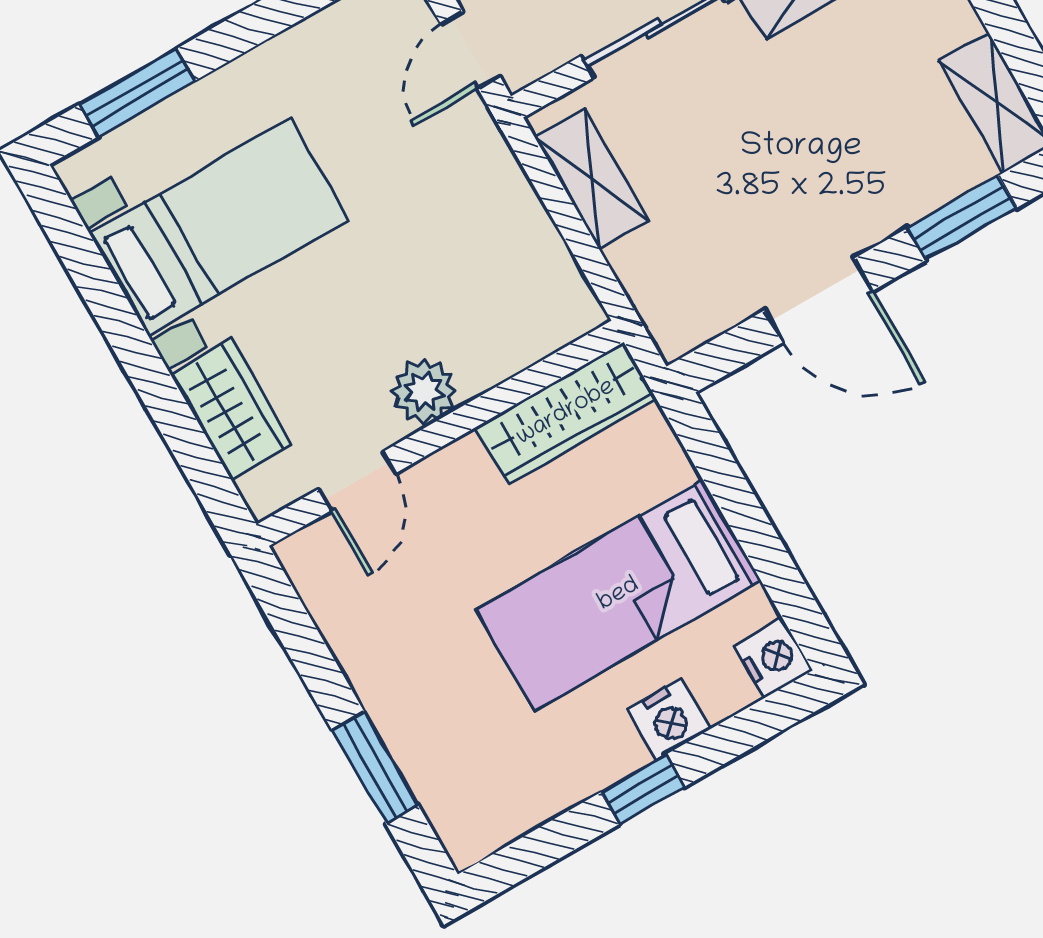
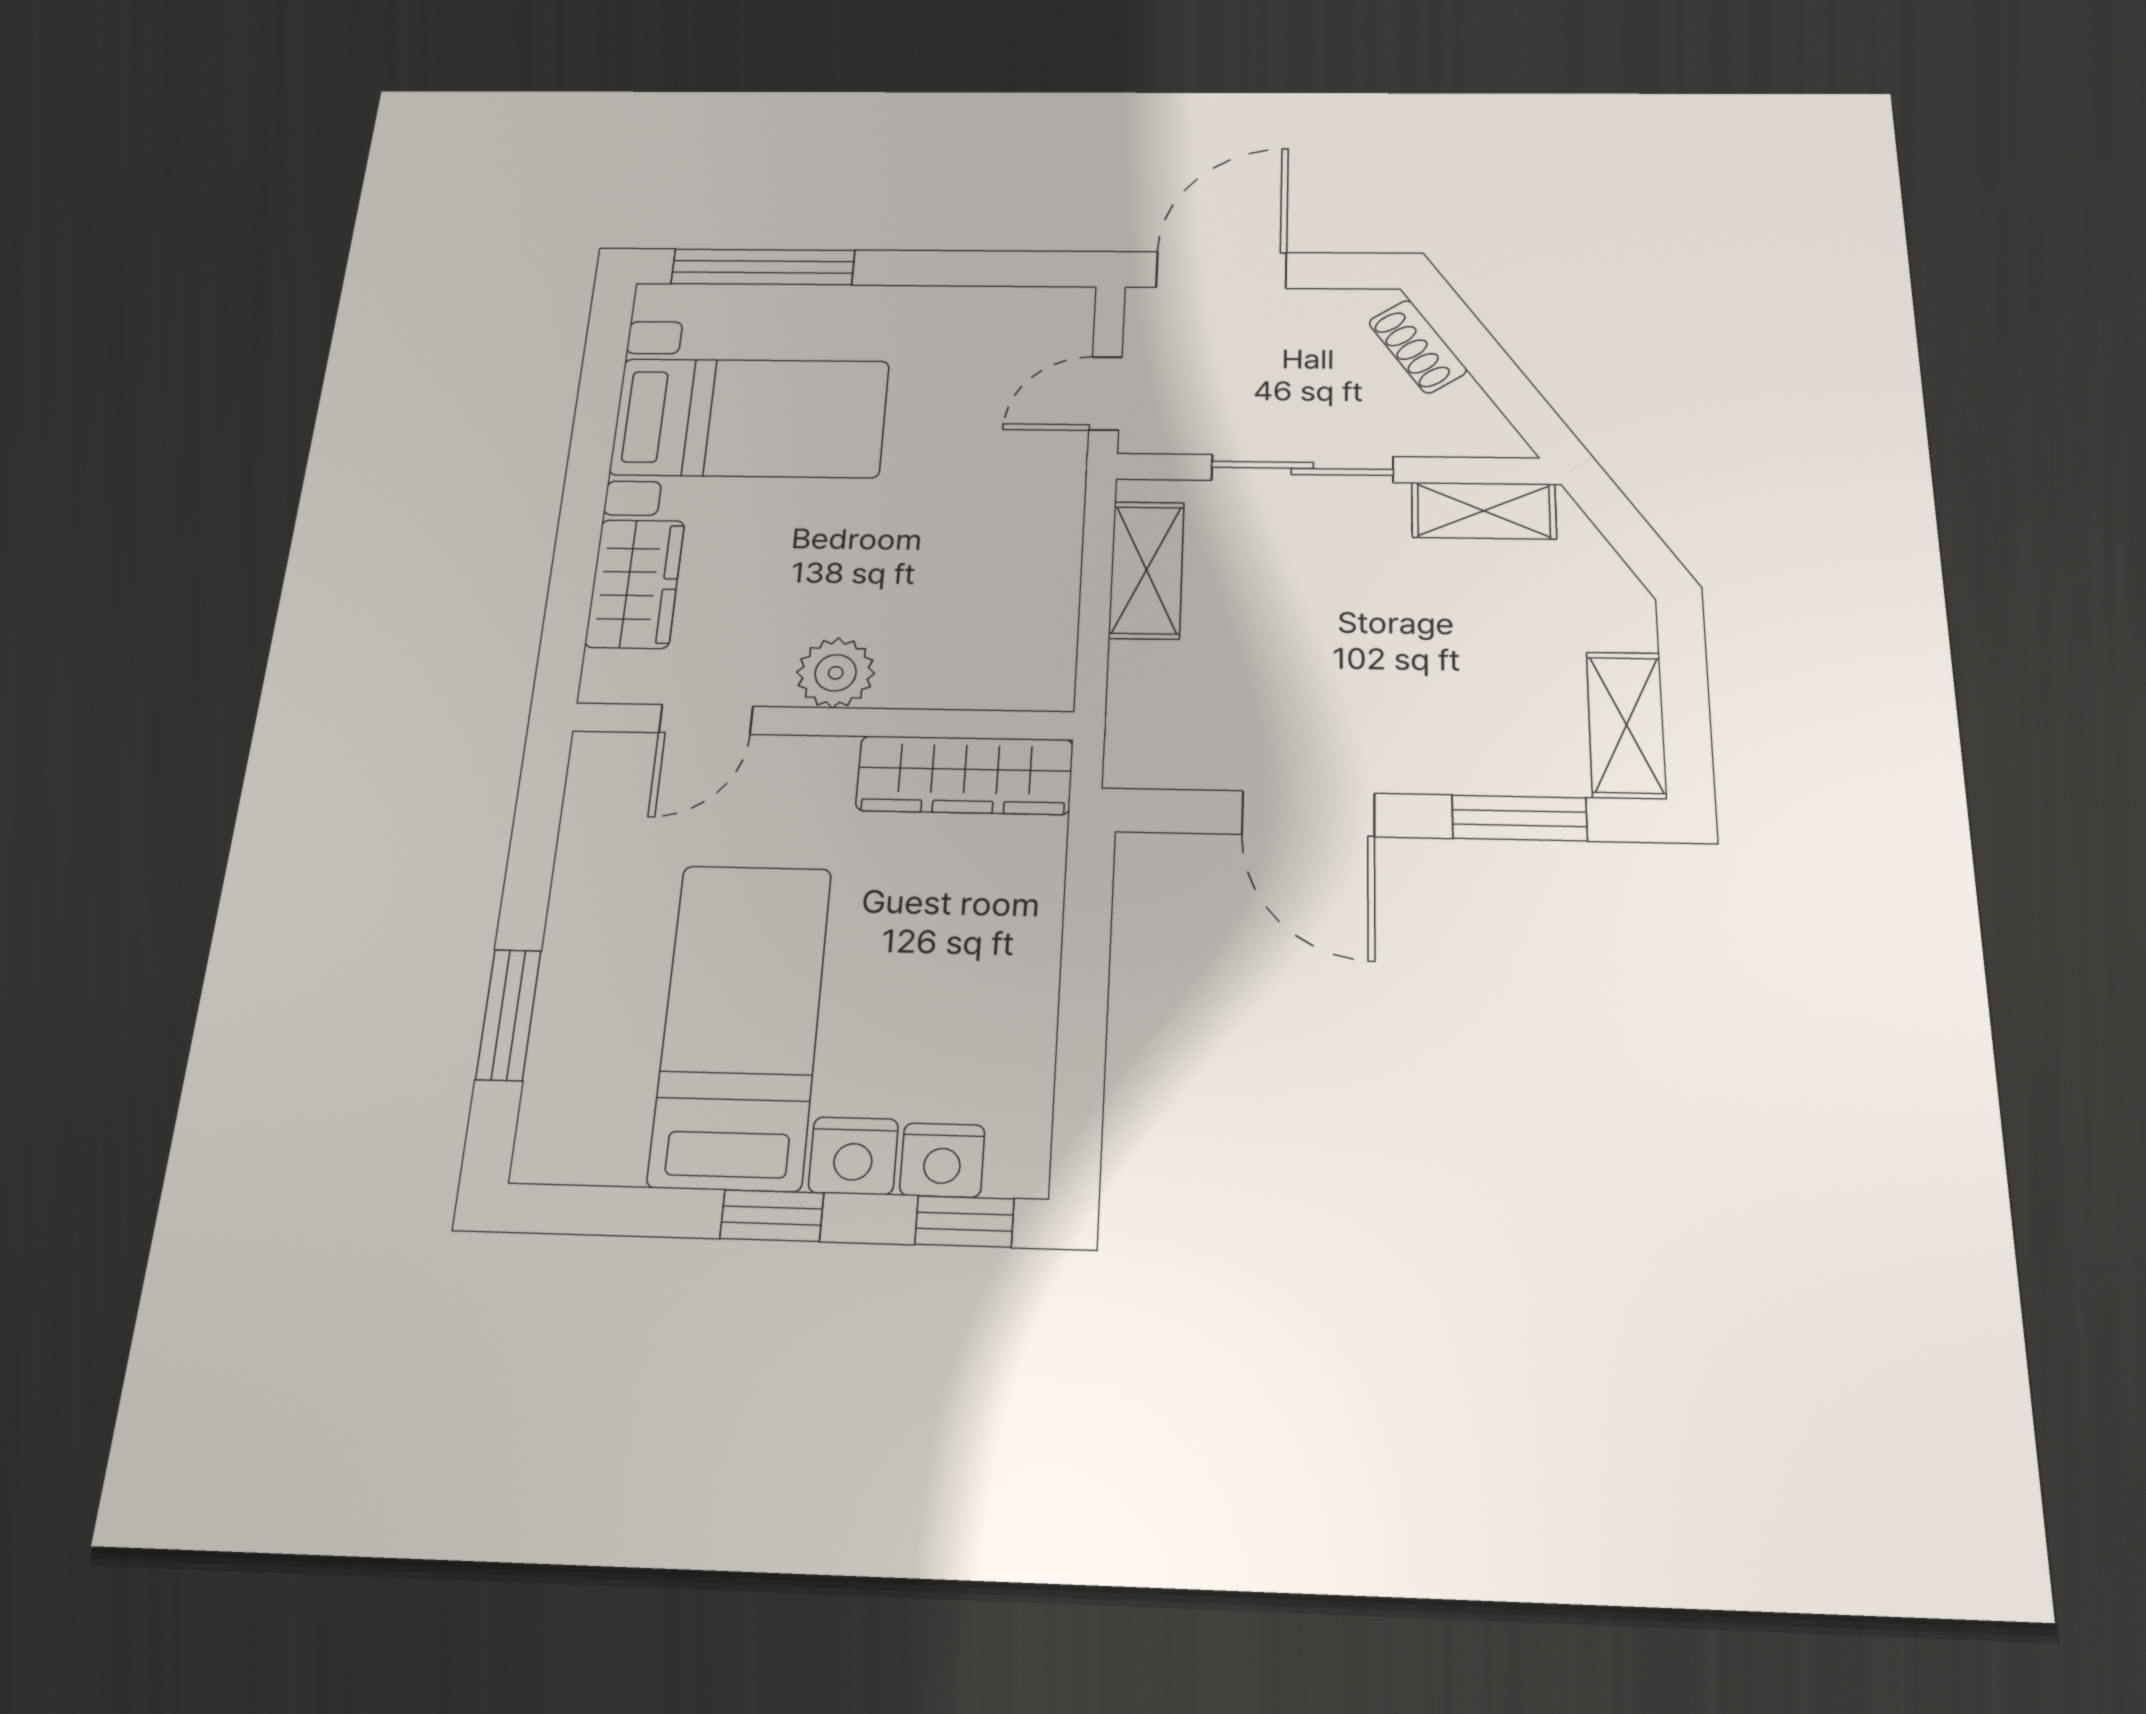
window: (137, 93) -> (763, 267), width x1.44
bed: (619, 595) -> (741, 1025), moved, turned 90
nightstand: (773, 658) -> (942, 1160), moved, turned 90
window: (768, 717) -> (964, 1222), added

